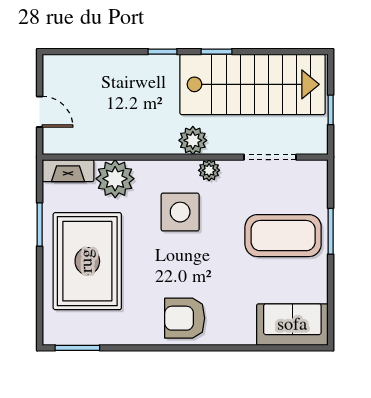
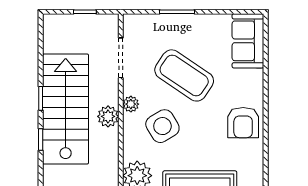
stairs: (252, 84) -> (66, 109), moved
side table: (180, 212) -> (162, 126), turned -31
coffee table: (283, 236) -> (184, 75), moved, turned -56

